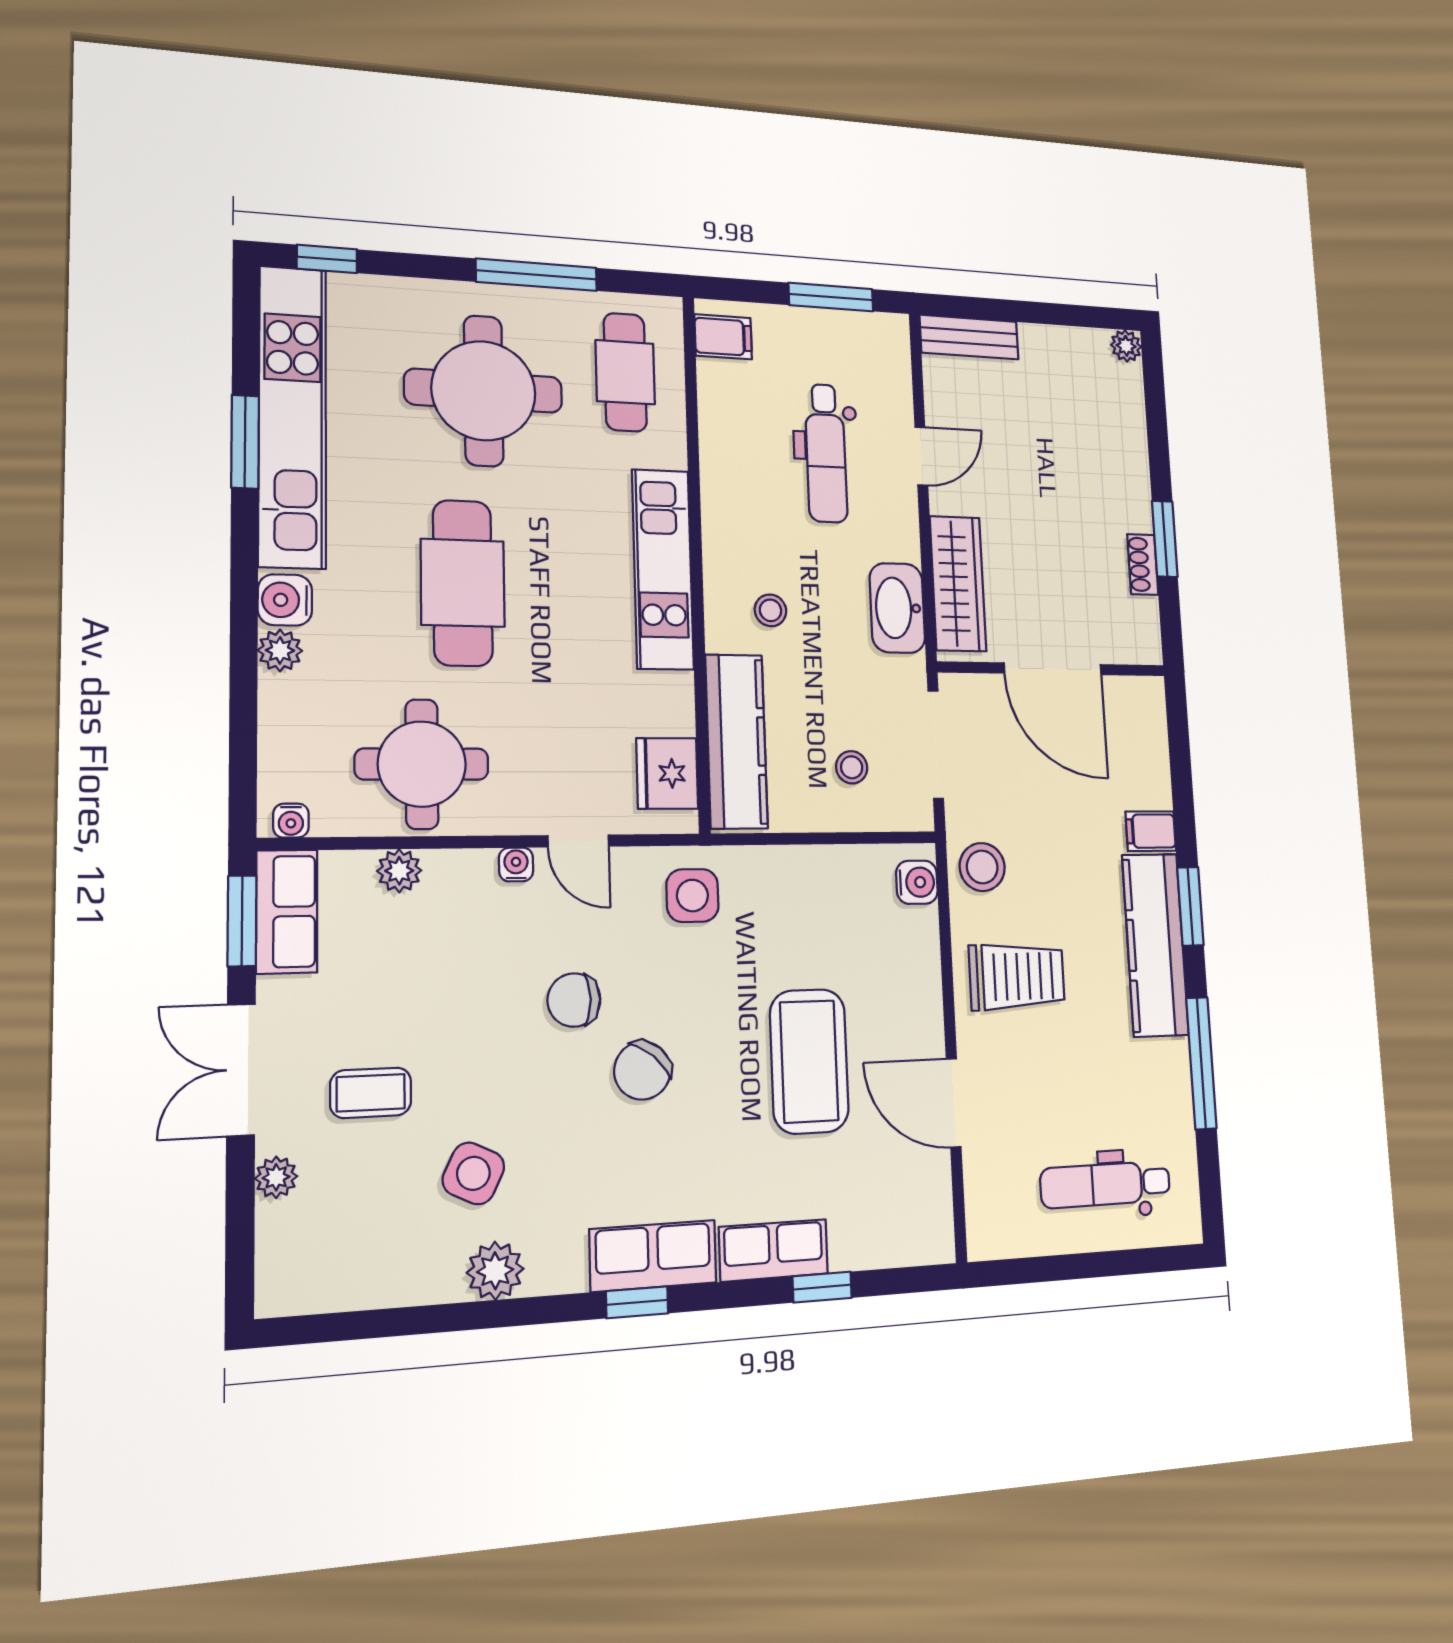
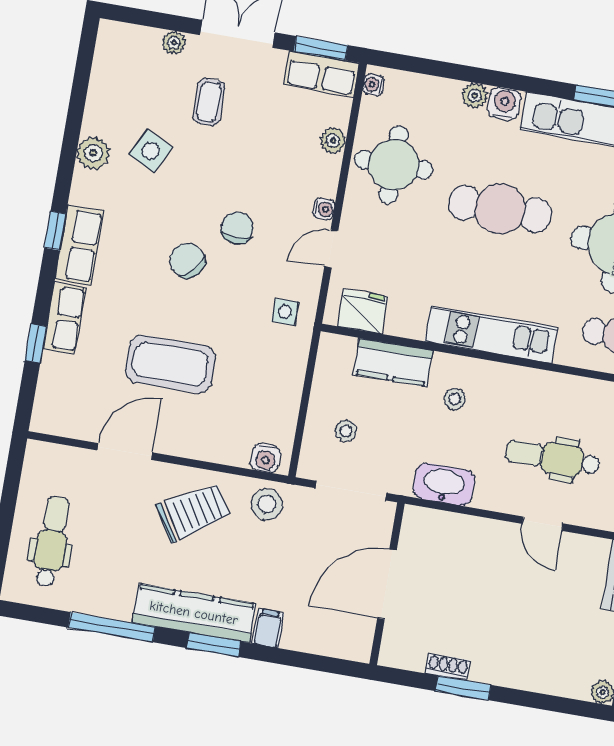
wardrobe: (958, 584) -> (454, 530), removed
kitchen counter: (736, 741) -> (393, 362), width x0.67
side table: (692, 896) -> (285, 312), width x0.73, depth x0.73
trolley: (1017, 976) -> (193, 512), turned -122

